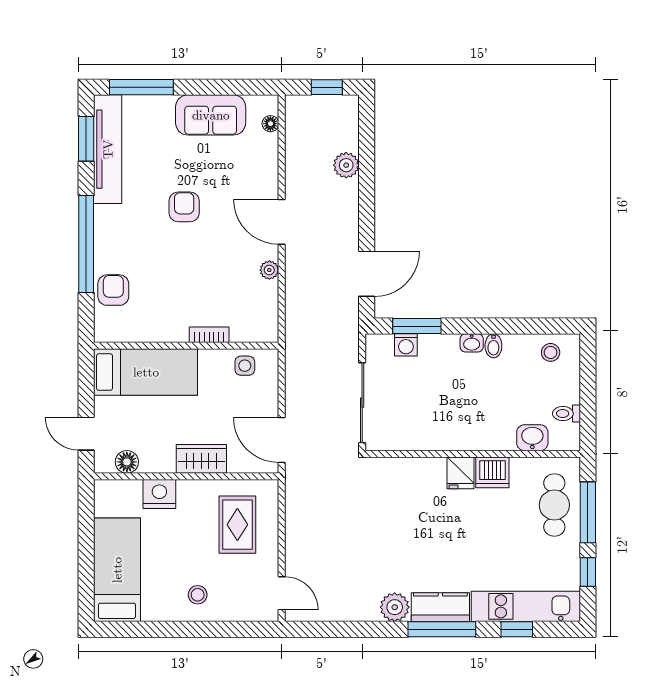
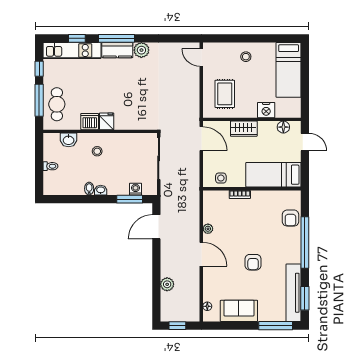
stool: (551, 352) -> (97, 151), moved
toilet: (566, 414) -> (50, 166), moved

